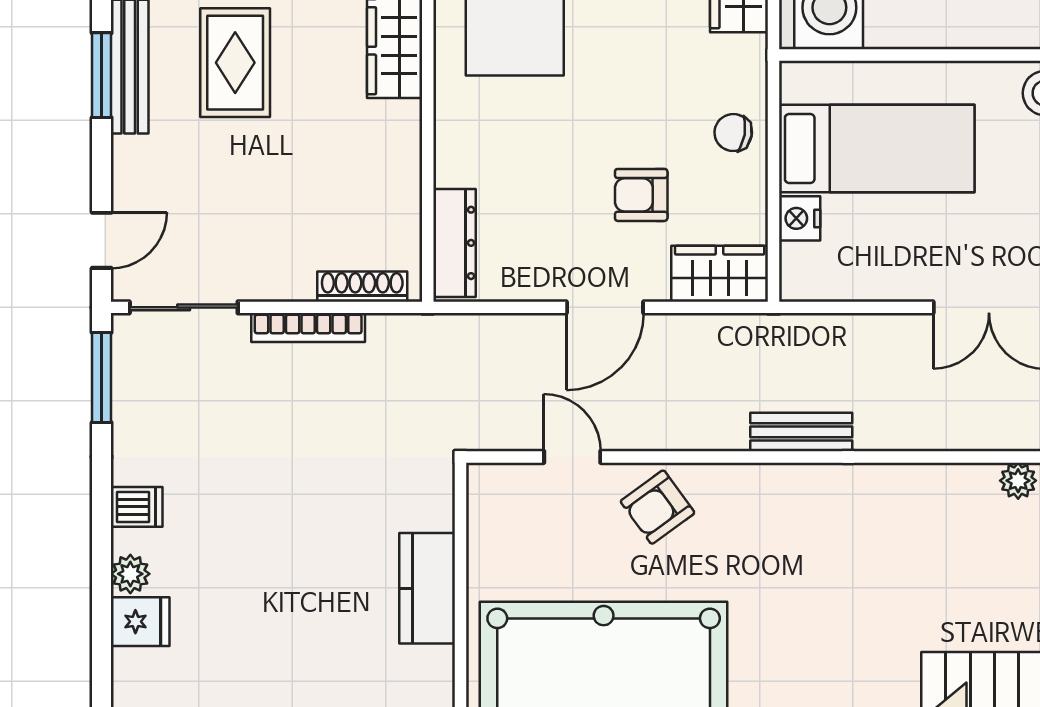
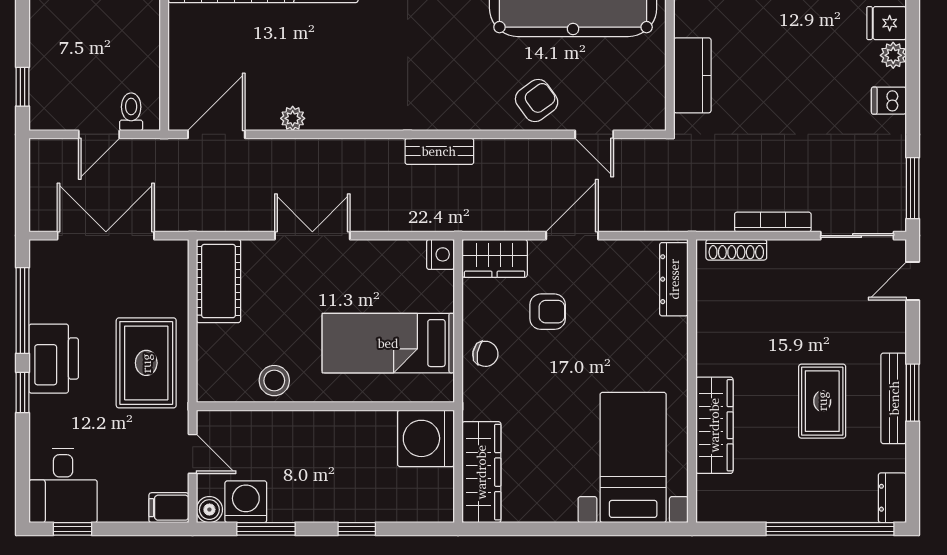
nightstand: (800, 218) -> (440, 254), moved
kitchen counter: (427, 588) -> (692, 75), moved

